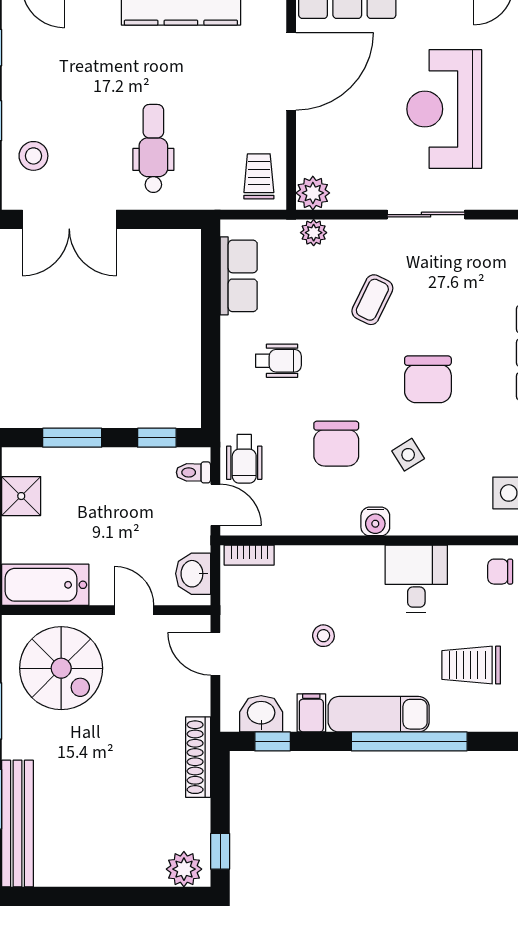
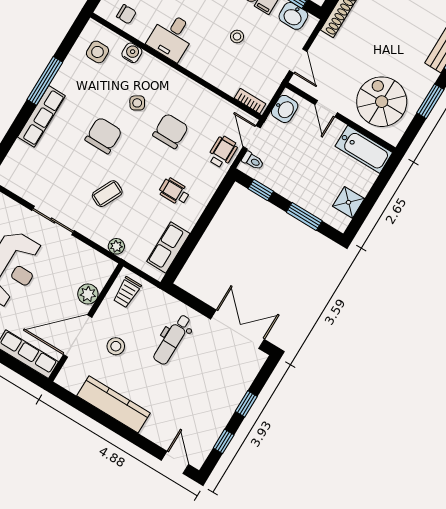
stool: (33, 156) -> (116, 346), moved
plant: (313, 193) -> (88, 294), moved
water cooler: (375, 521) -> (132, 53), moved

